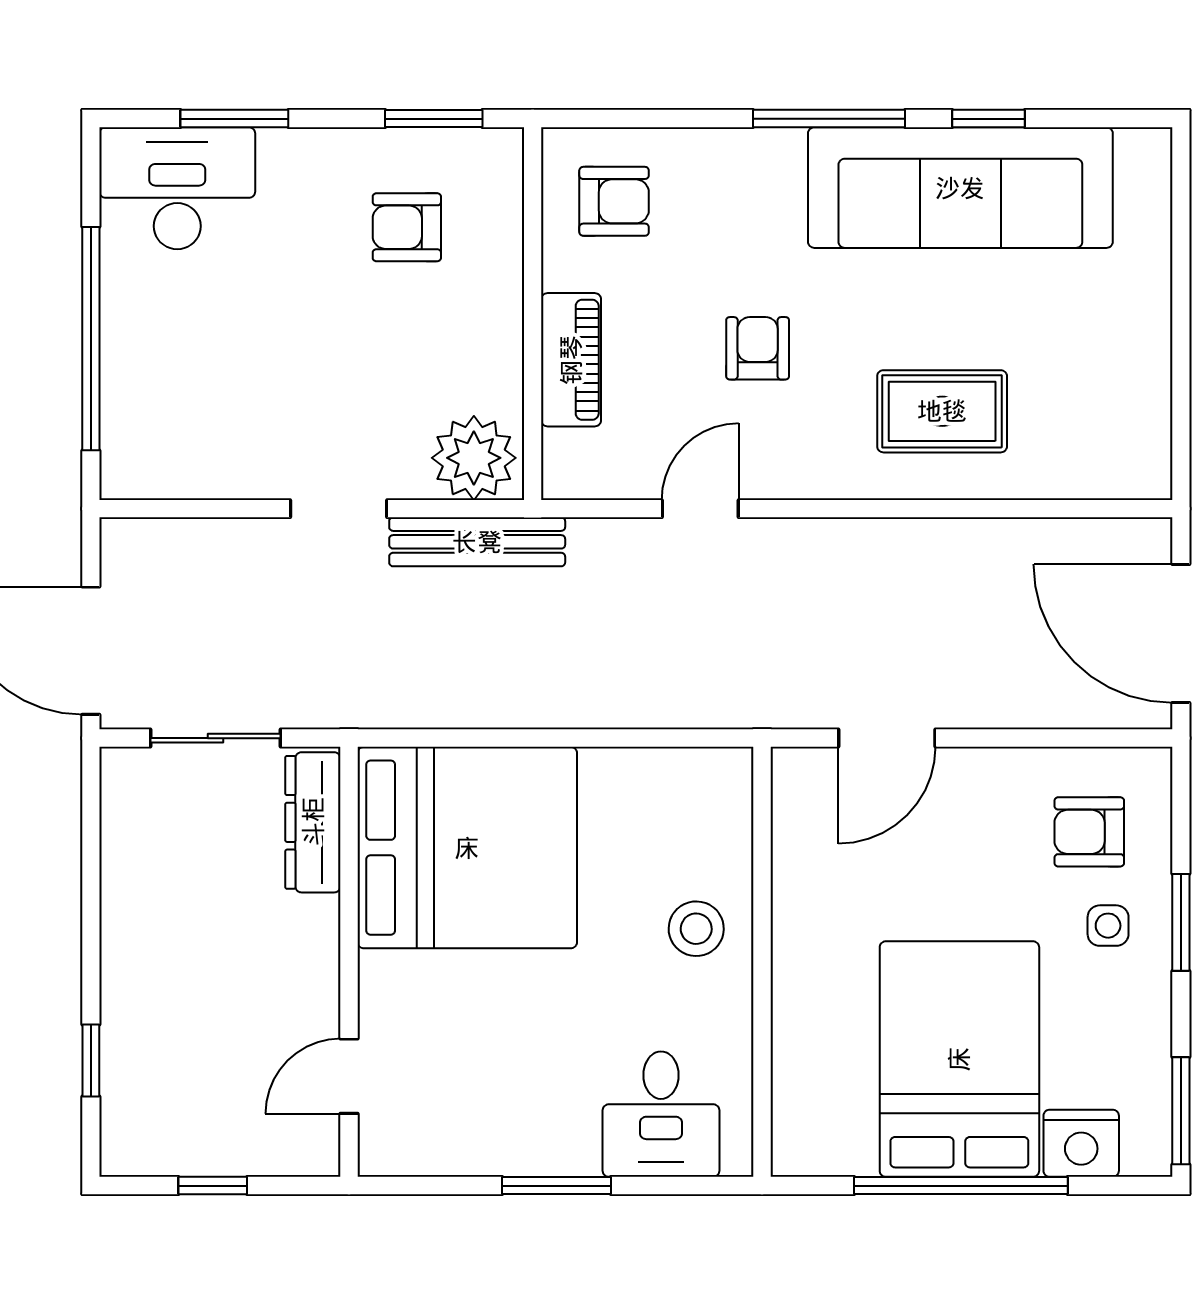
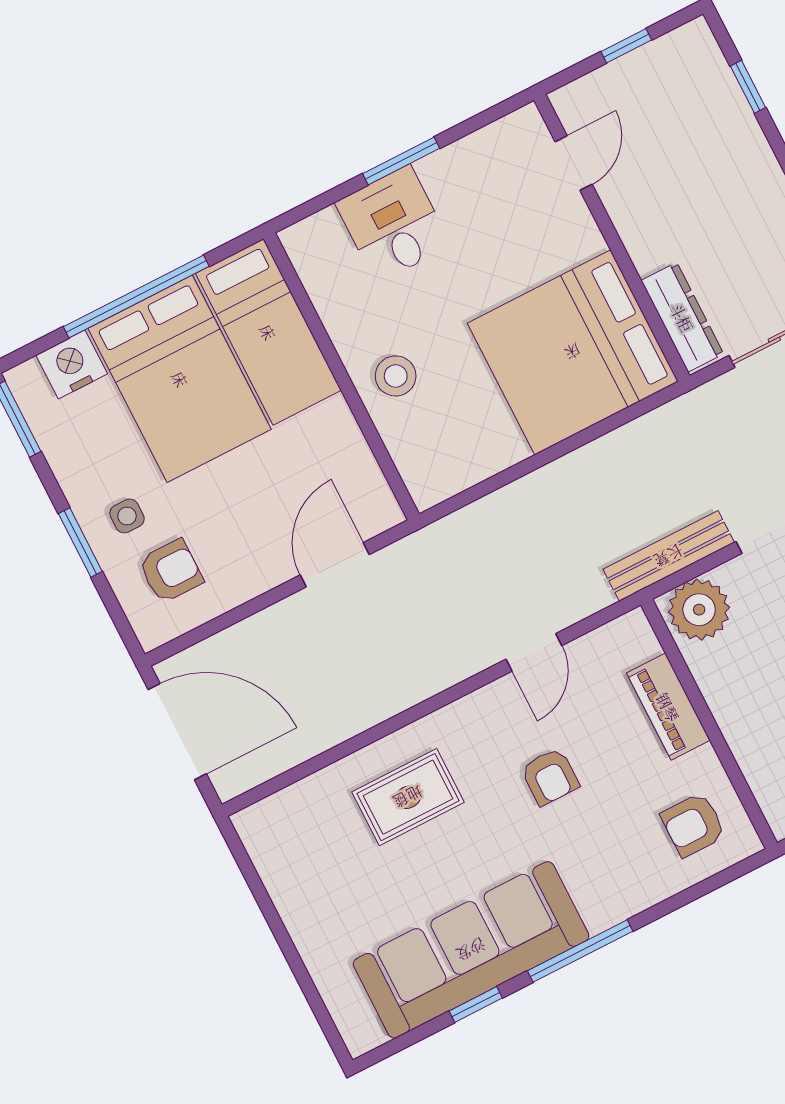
bed: (823, 1061) -> (268, 332), added
desk: (661, 1114) -> (393, 224), moved

